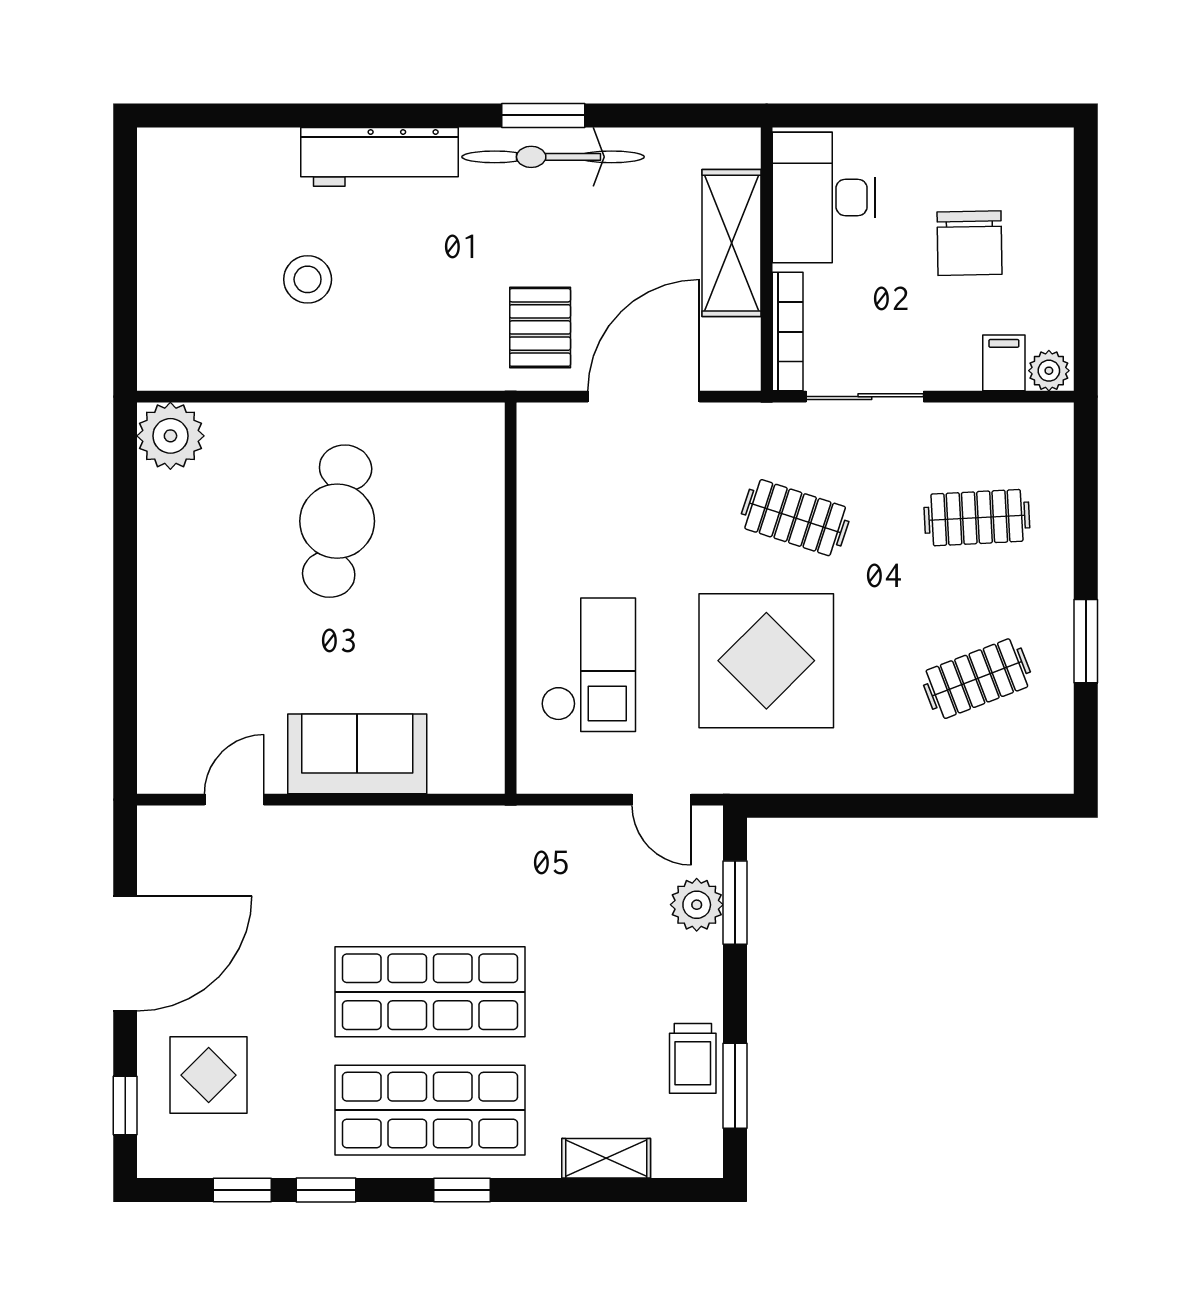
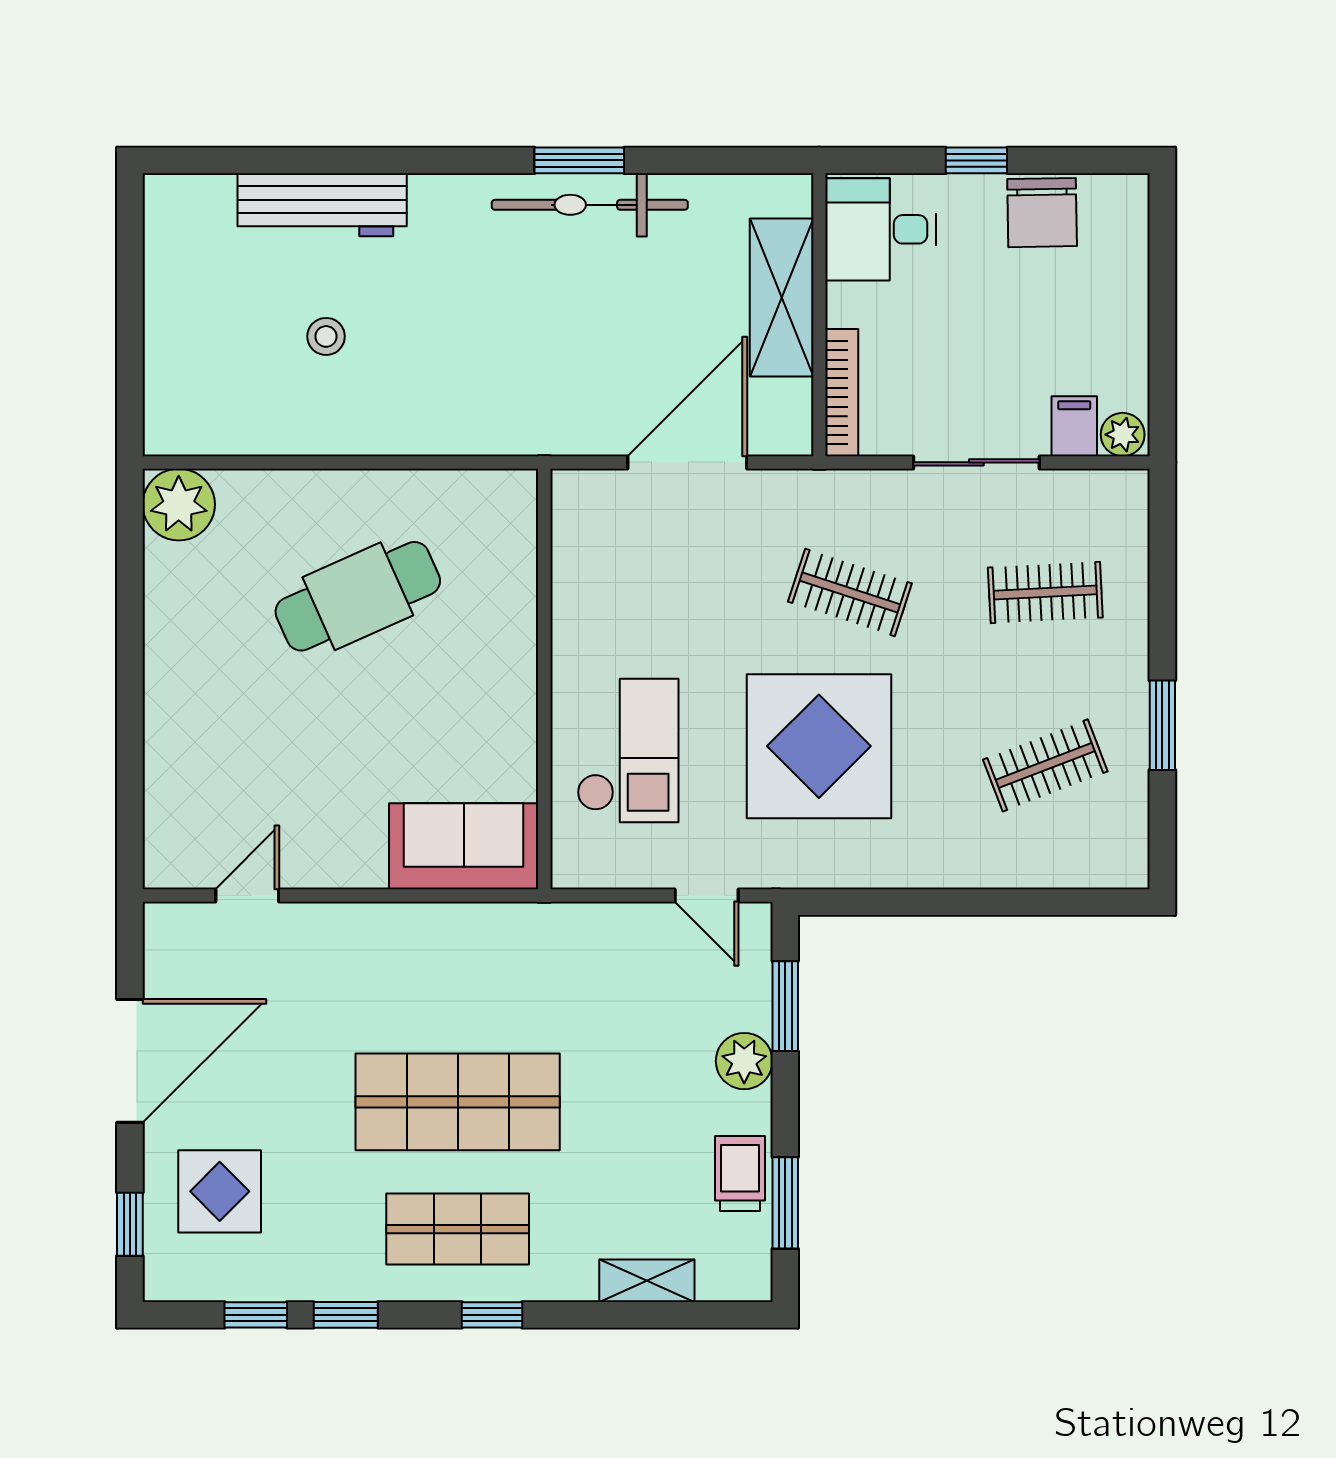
window: (913, 115) -> (976, 160), added
workbench: (380, 157) -> (322, 205), moved
desk: (824, 197) -> (881, 229), width x0.73
chair: (970, 243) -> (1042, 213), moved
stool: (308, 279) -> (326, 336), width x0.73, depth x0.73
pallet: (540, 327) -> (576, 388), removed
sliding door: (865, 397) -> (976, 462), moved
cafe table: (337, 521) -> (358, 596), turned 57
sofa: (357, 754) -> (464, 846), moved
plant: (697, 905) -> (744, 1061), moved
trolley: (693, 1058) -> (740, 1173), turned 180
shop shelf: (430, 1110) -> (458, 1229), width x0.70, depth x0.74

